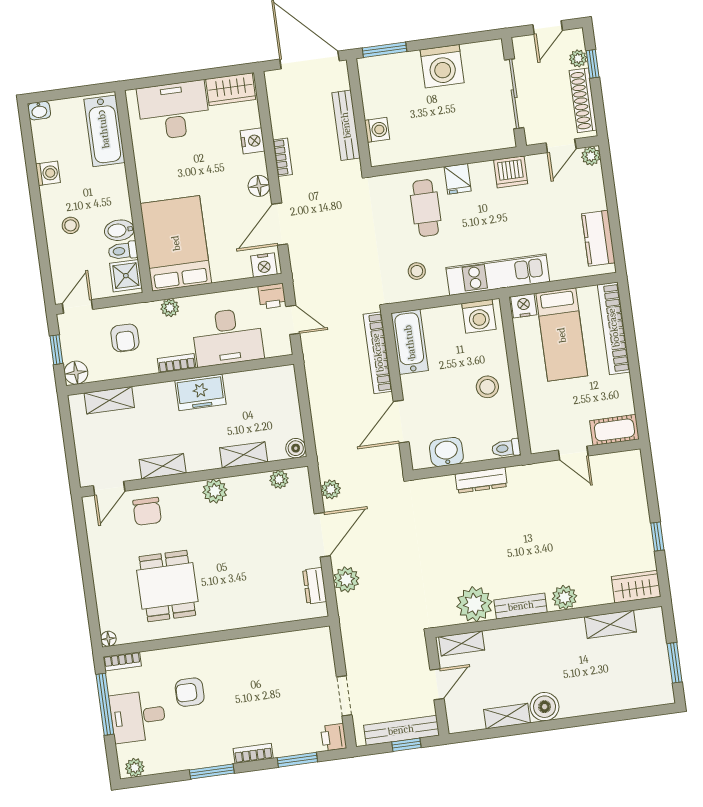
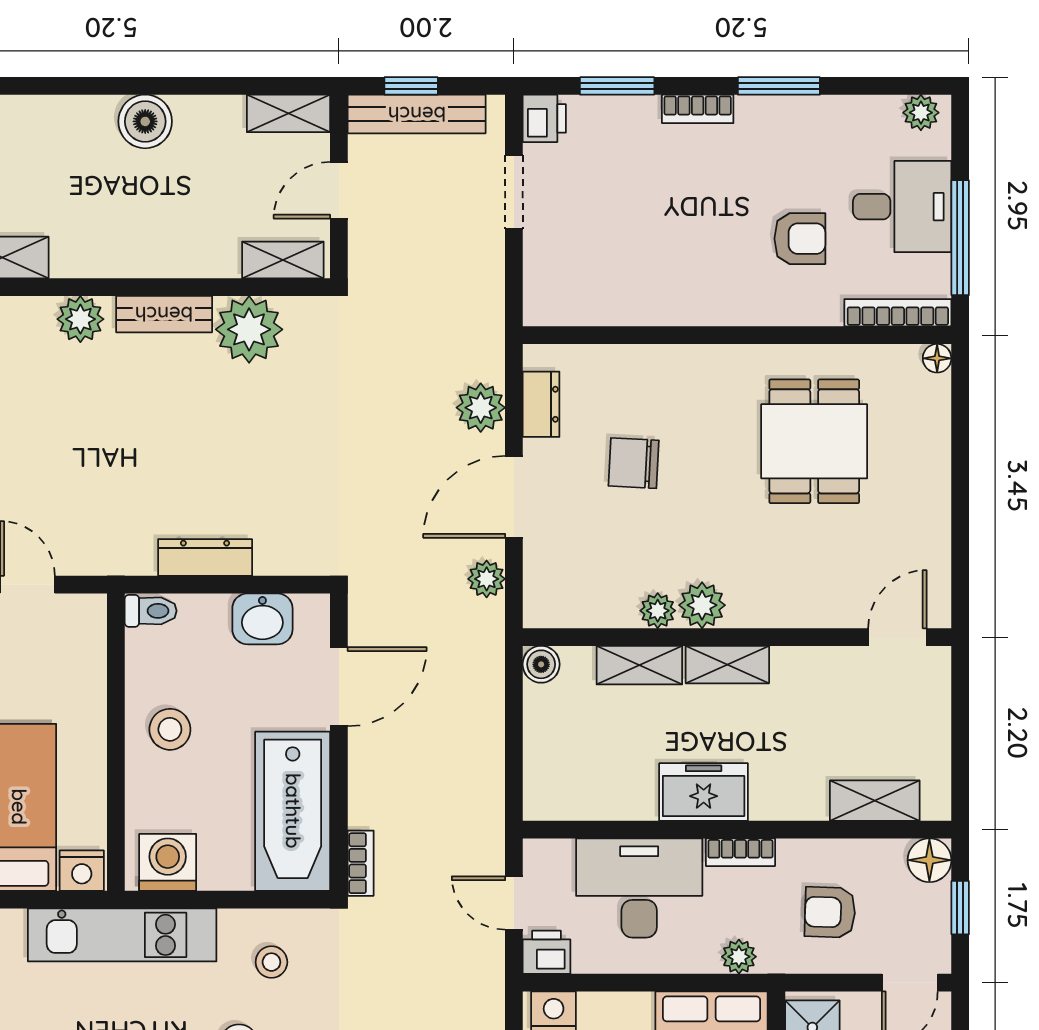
armchair: (125, 338) -> (830, 912), turned -88
bathtub: (410, 342) -> (293, 811), width x1.36, depth x1.36
bookcase: (378, 353) -> (361, 863), width x0.43, depth x0.76
shelving: (163, 466) -> (727, 665), moved
plant: (279, 479) -> (658, 611), moved
chair: (147, 511) -> (634, 463), moved, turned -87
bookcase: (122, 661) -> (898, 313), width x1.56
shelving: (507, 716) -> (289, 113), moved

